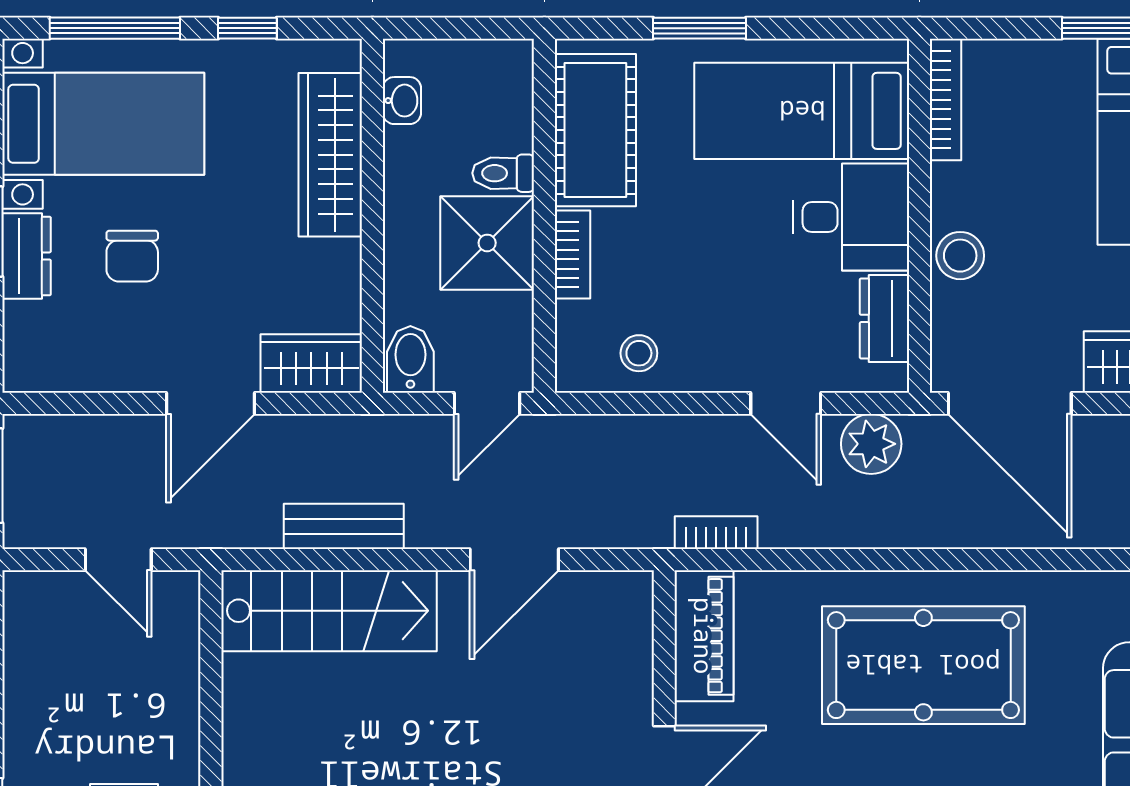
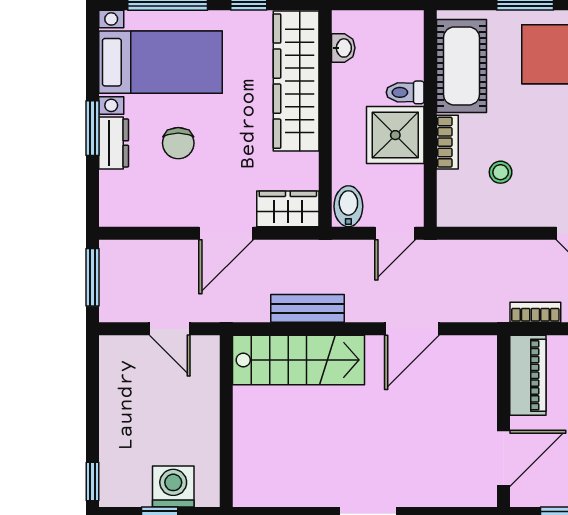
wardrobe: (330, 155) -> (296, 81), width x1.40, depth x1.17
stool: (639, 353) -> (501, 172), moved

